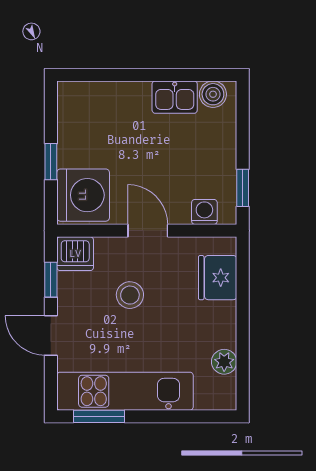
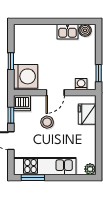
door: (148, 231) -> (55, 93), swing flipped
plant: (224, 362) -> (90, 169), moved

